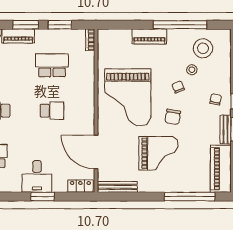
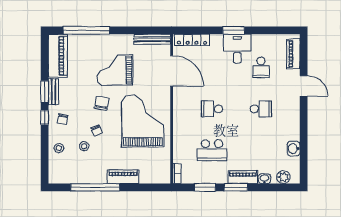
stool: (203, 48) -> (59, 148), moved, width x0.53, depth x0.53
desk: (37, 176) -> (237, 49), moved
locker: (80, 186) -> (192, 40), width x1.53
window: (42, 197) -> (234, 30), moved

